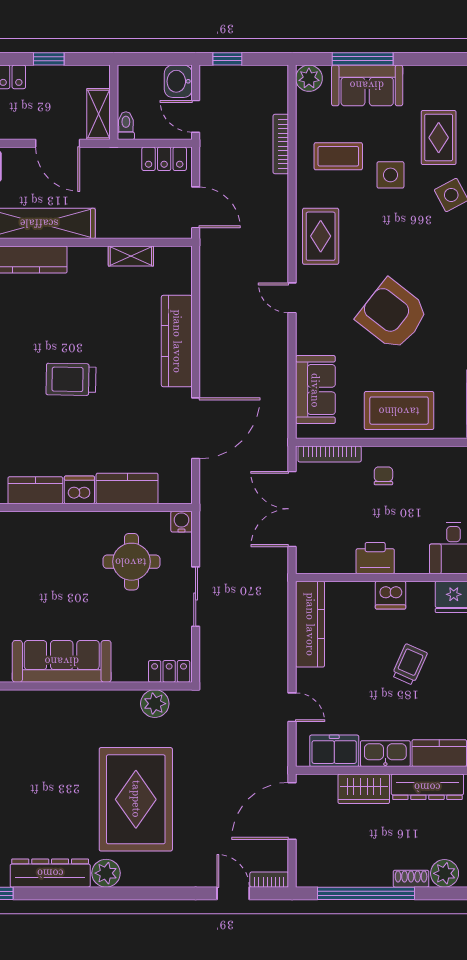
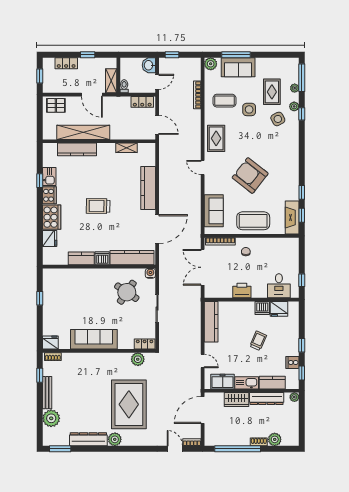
door: (196, 116) -> (157, 82), swing flipped
kitchen counter: (127, 488) -> (132, 258), width x1.50
round table: (131, 562) -> (127, 292), turned 34
dishwasher: (391, 595) -> (262, 308), moved

